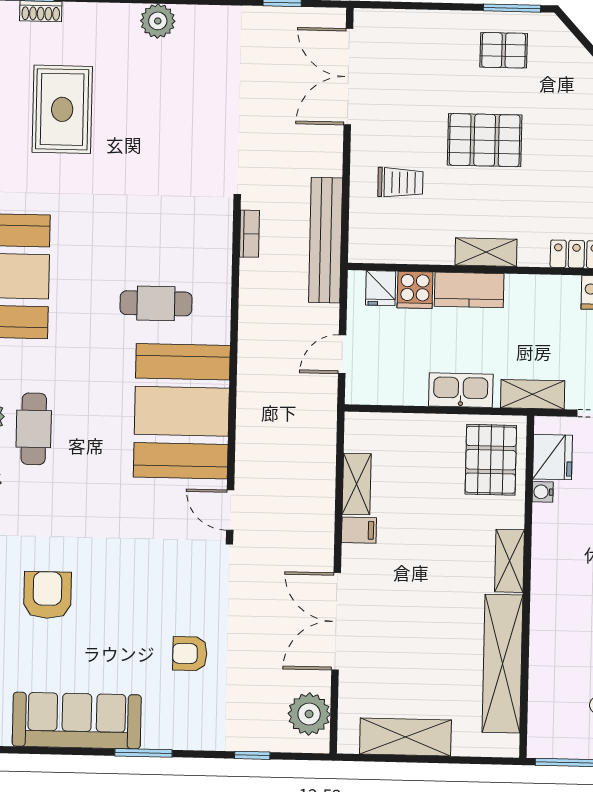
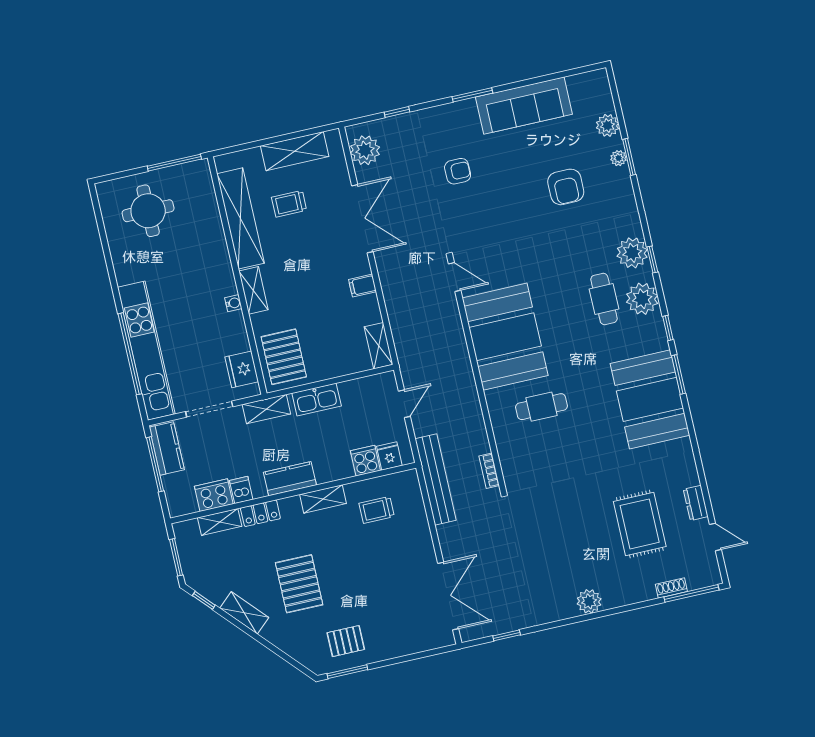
pallet: (485, 140) -> (299, 584), moved, turned 90
trolley: (400, 182) -> (377, 510), moved
kitchen counter: (469, 290) -> (290, 479), moved
shelving: (357, 484) -> (379, 346), moved
water cooler: (543, 492) -> (233, 303), moved
trolley: (431, 667) -> (289, 204), added

